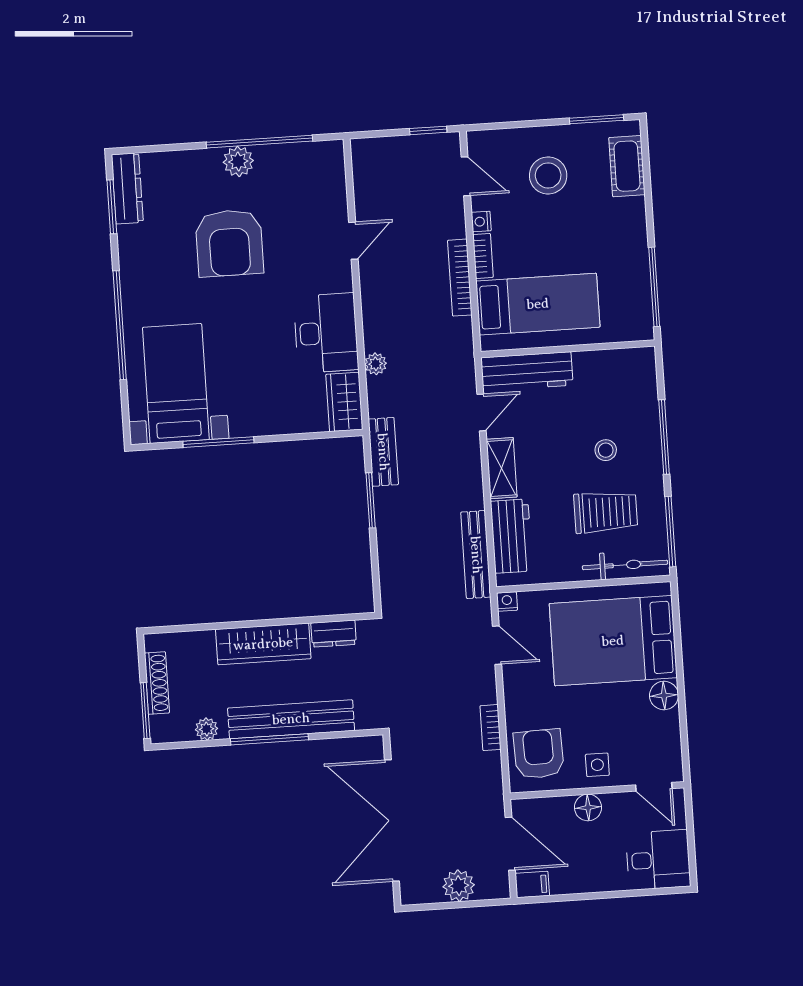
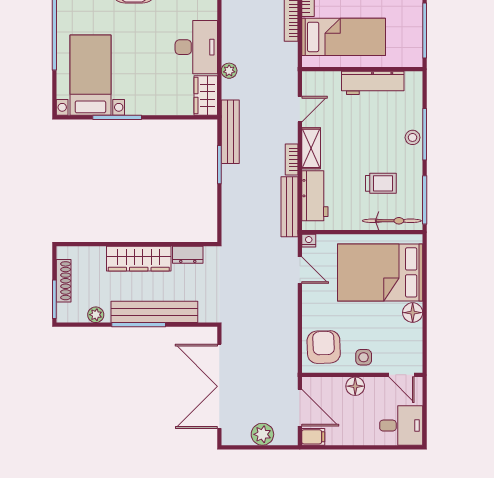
workbench: (527, 371) -> (373, 83), moved
stool: (606, 450) -> (413, 137), moved
bench: (383, 452) -> (230, 132), width x1.36
trolley: (606, 512) -> (381, 183), width x0.73, depth x0.72
bookcase: (490, 728) -> (292, 159), moved

